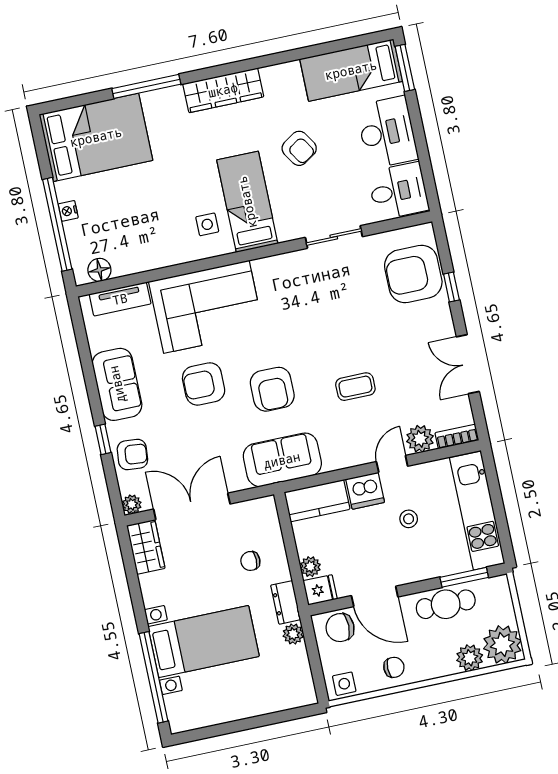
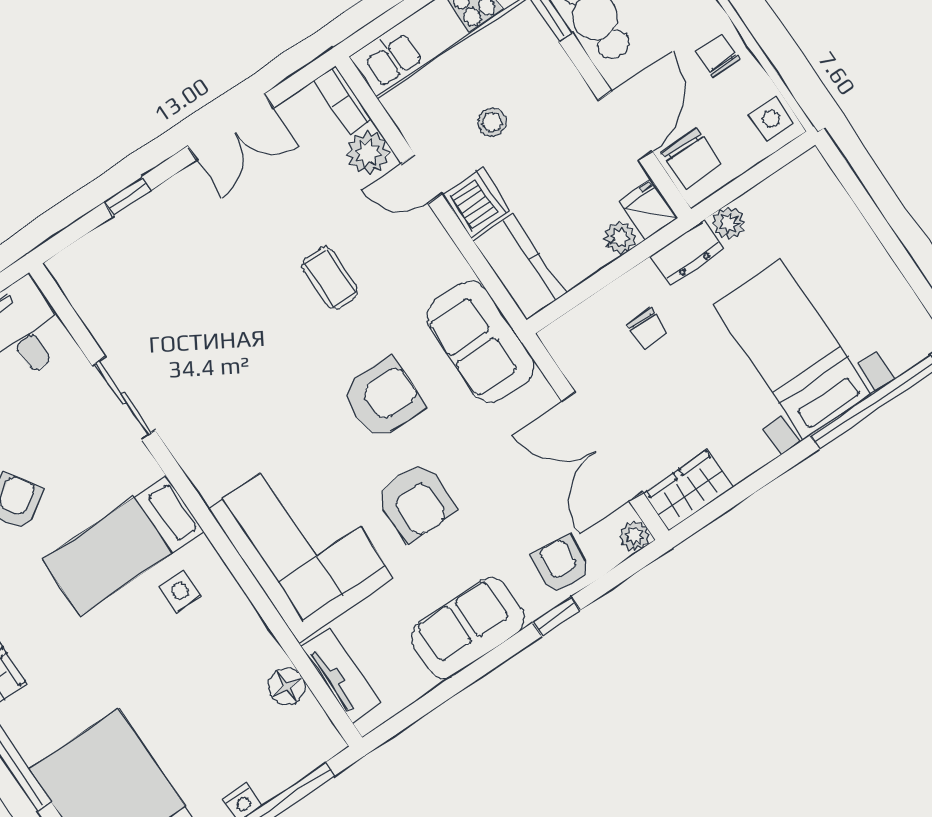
floor lamp: (99, 270) -> (287, 687), moved
armchair: (413, 274) -> (131, 260), removed

